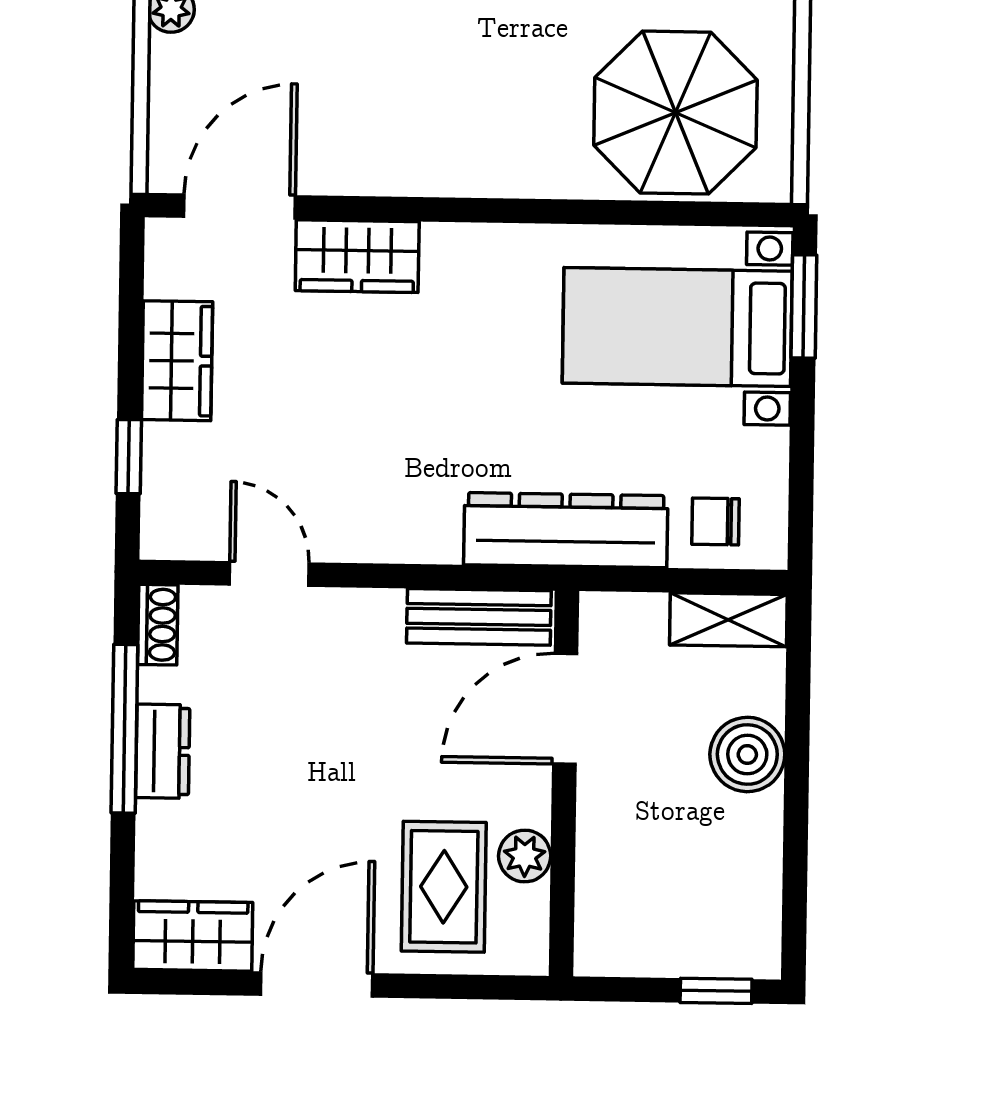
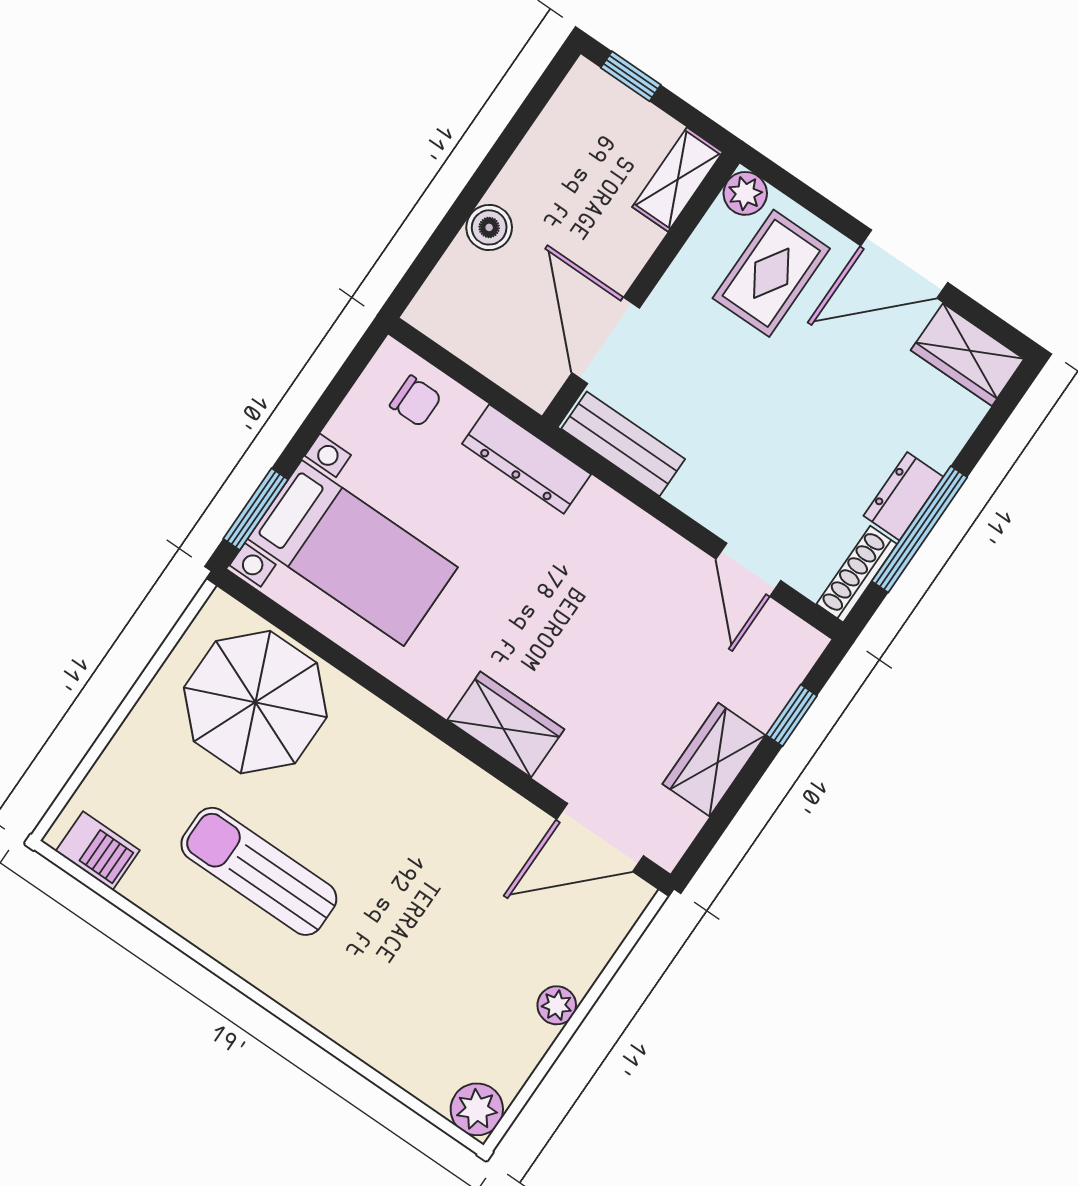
wardrobe: (357, 256) -> (506, 725), moved
dresser: (566, 530) -> (527, 459), width x0.73, depth x0.80
shelving: (728, 620) -> (678, 180), moved, turned 90
shoe rack: (158, 625) -> (857, 574), width x1.43
door: (565, 709) -> (606, 341), swing flipped
boiler: (747, 754) -> (489, 227), width x0.73, depth x0.73
plant: (525, 856) -> (745, 193), moved

